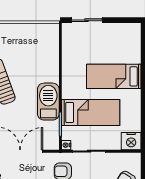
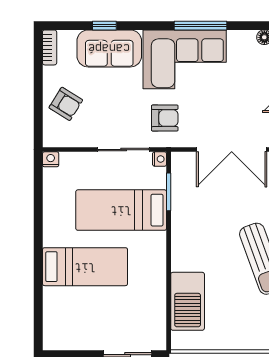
barbecue: (48, 102) -> (188, 301), moved
nightstand: (131, 141) -> (51, 159), width x0.53, depth x0.56

